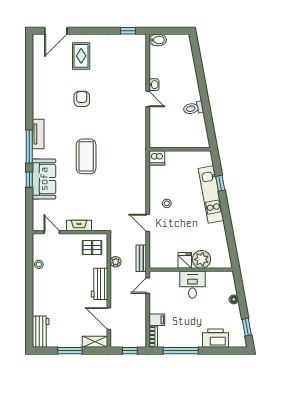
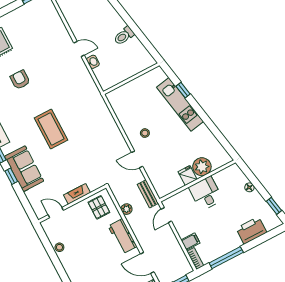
washbasin: (154, 85) -> (93, 62), moved
dishwasher: (157, 158) -> (115, 97), removed
pallet: (92, 247) -> (99, 207), turned 90

